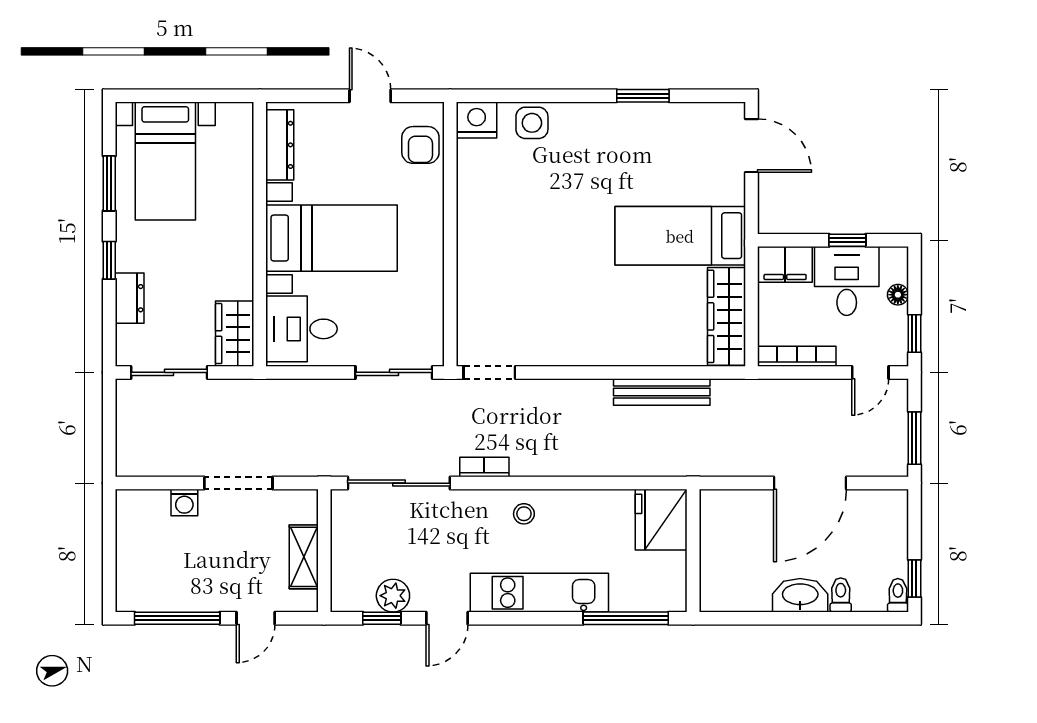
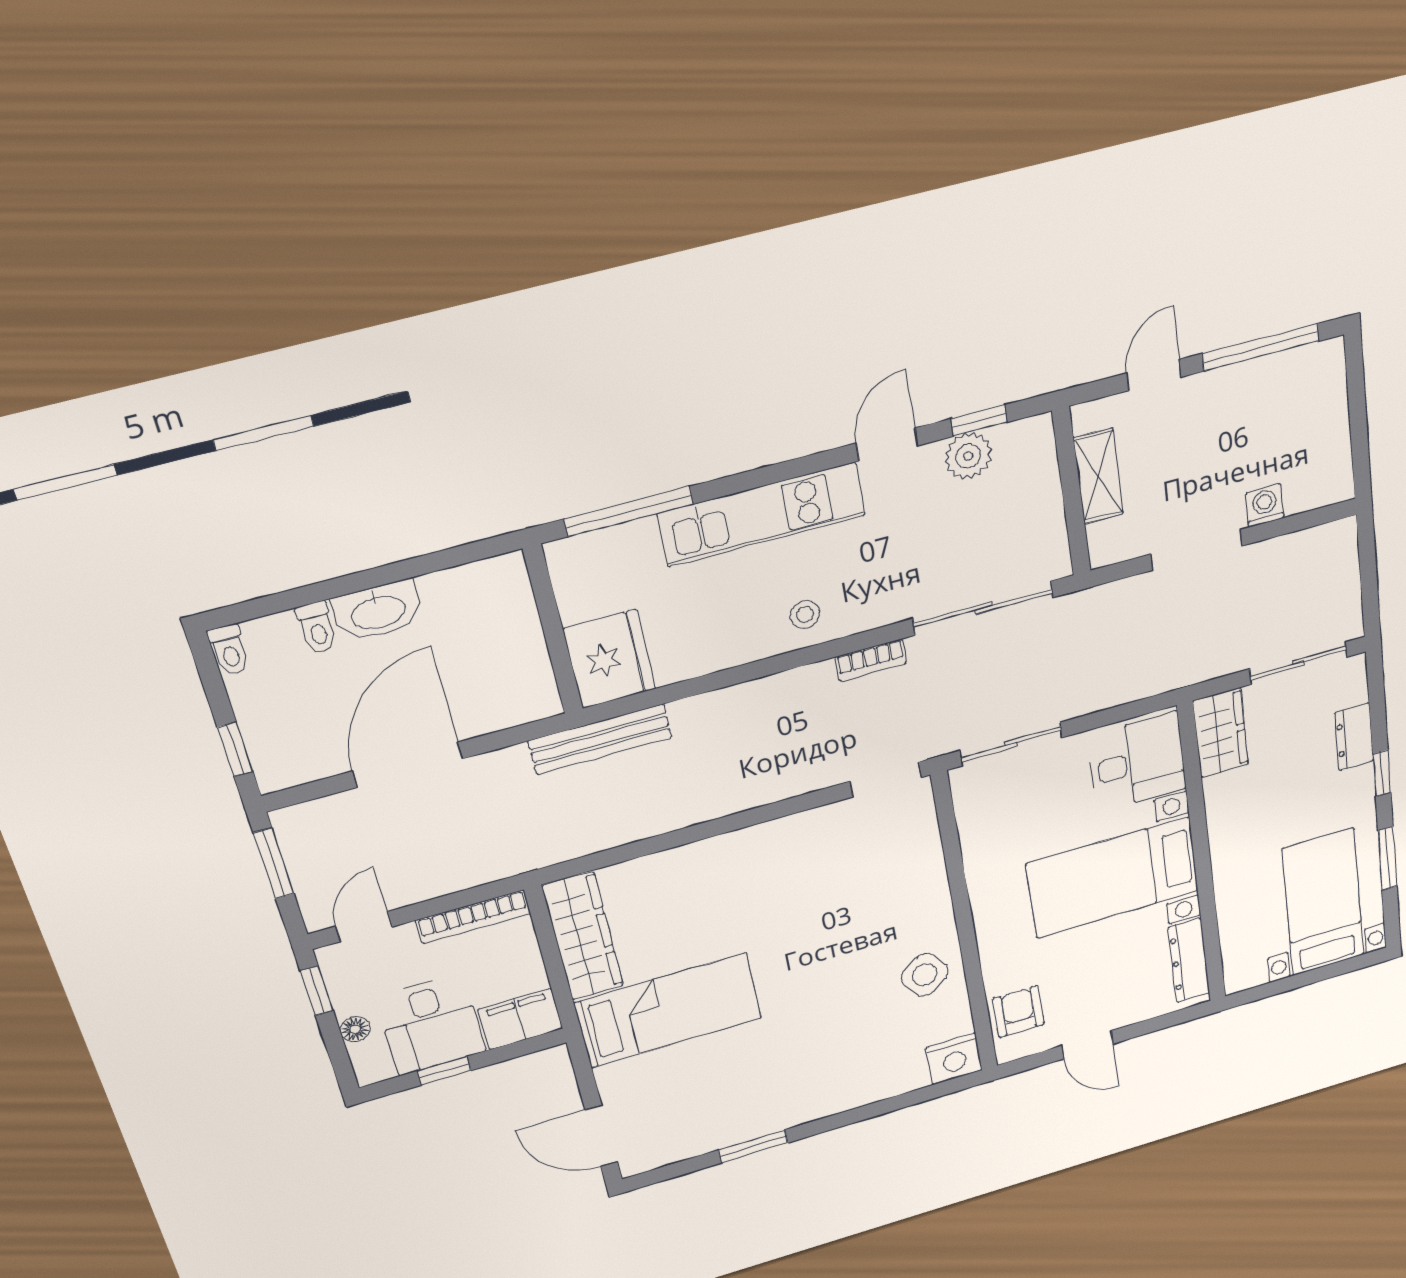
side table: (532, 123) -> (925, 975), moved, turned -36
bench: (662, 392) -> (600, 739), moved
window: (914, 579) -> (235, 749), moved

